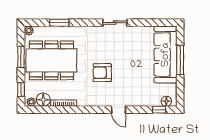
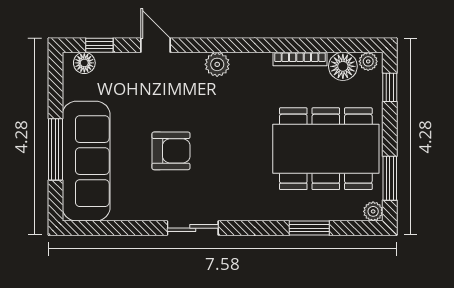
window: (21, 57) -> (390, 178), moved
armchair: (102, 73) -> (171, 151), moved
plant: (103, 101) -> (217, 64), added
door: (119, 110) -> (156, 45), moved

